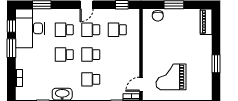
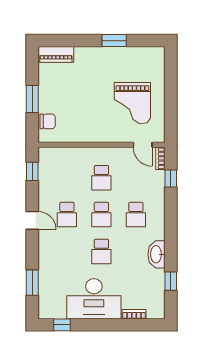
desk: (30, 28) -> (94, 299), moved
school desk: (64, 30) -> (67, 251), removed
school desk: (117, 30) -> (101, 178), moved
window: (11, 48) -> (93, 325), removed

